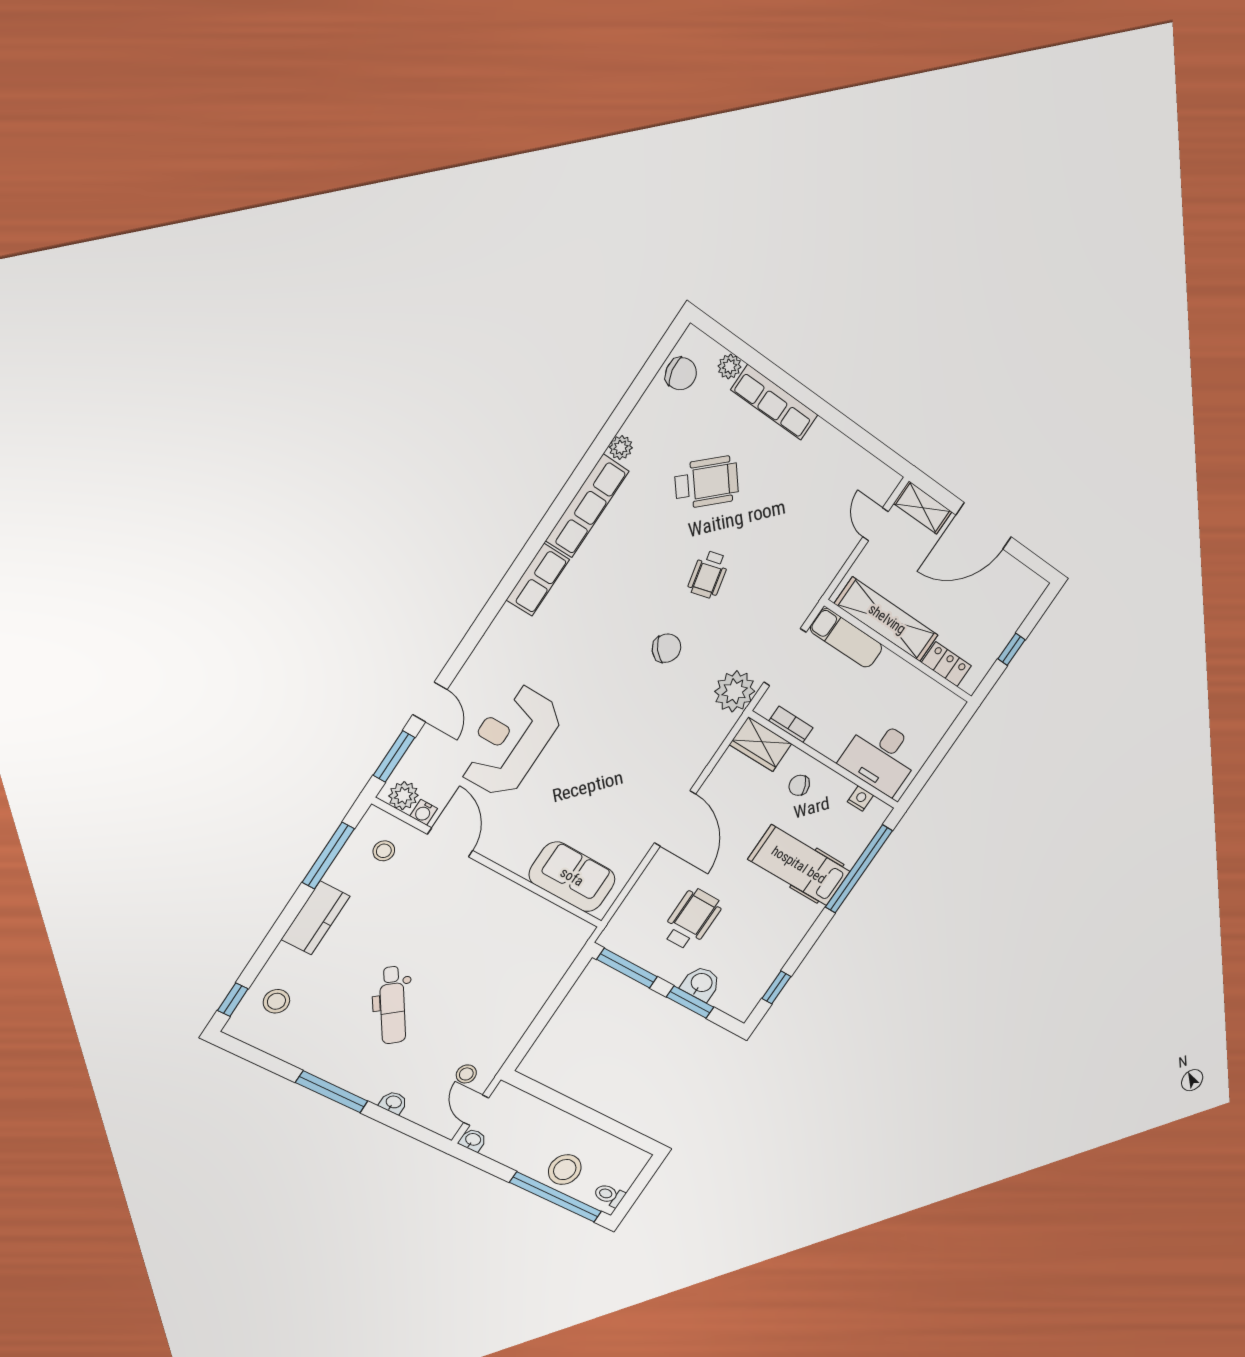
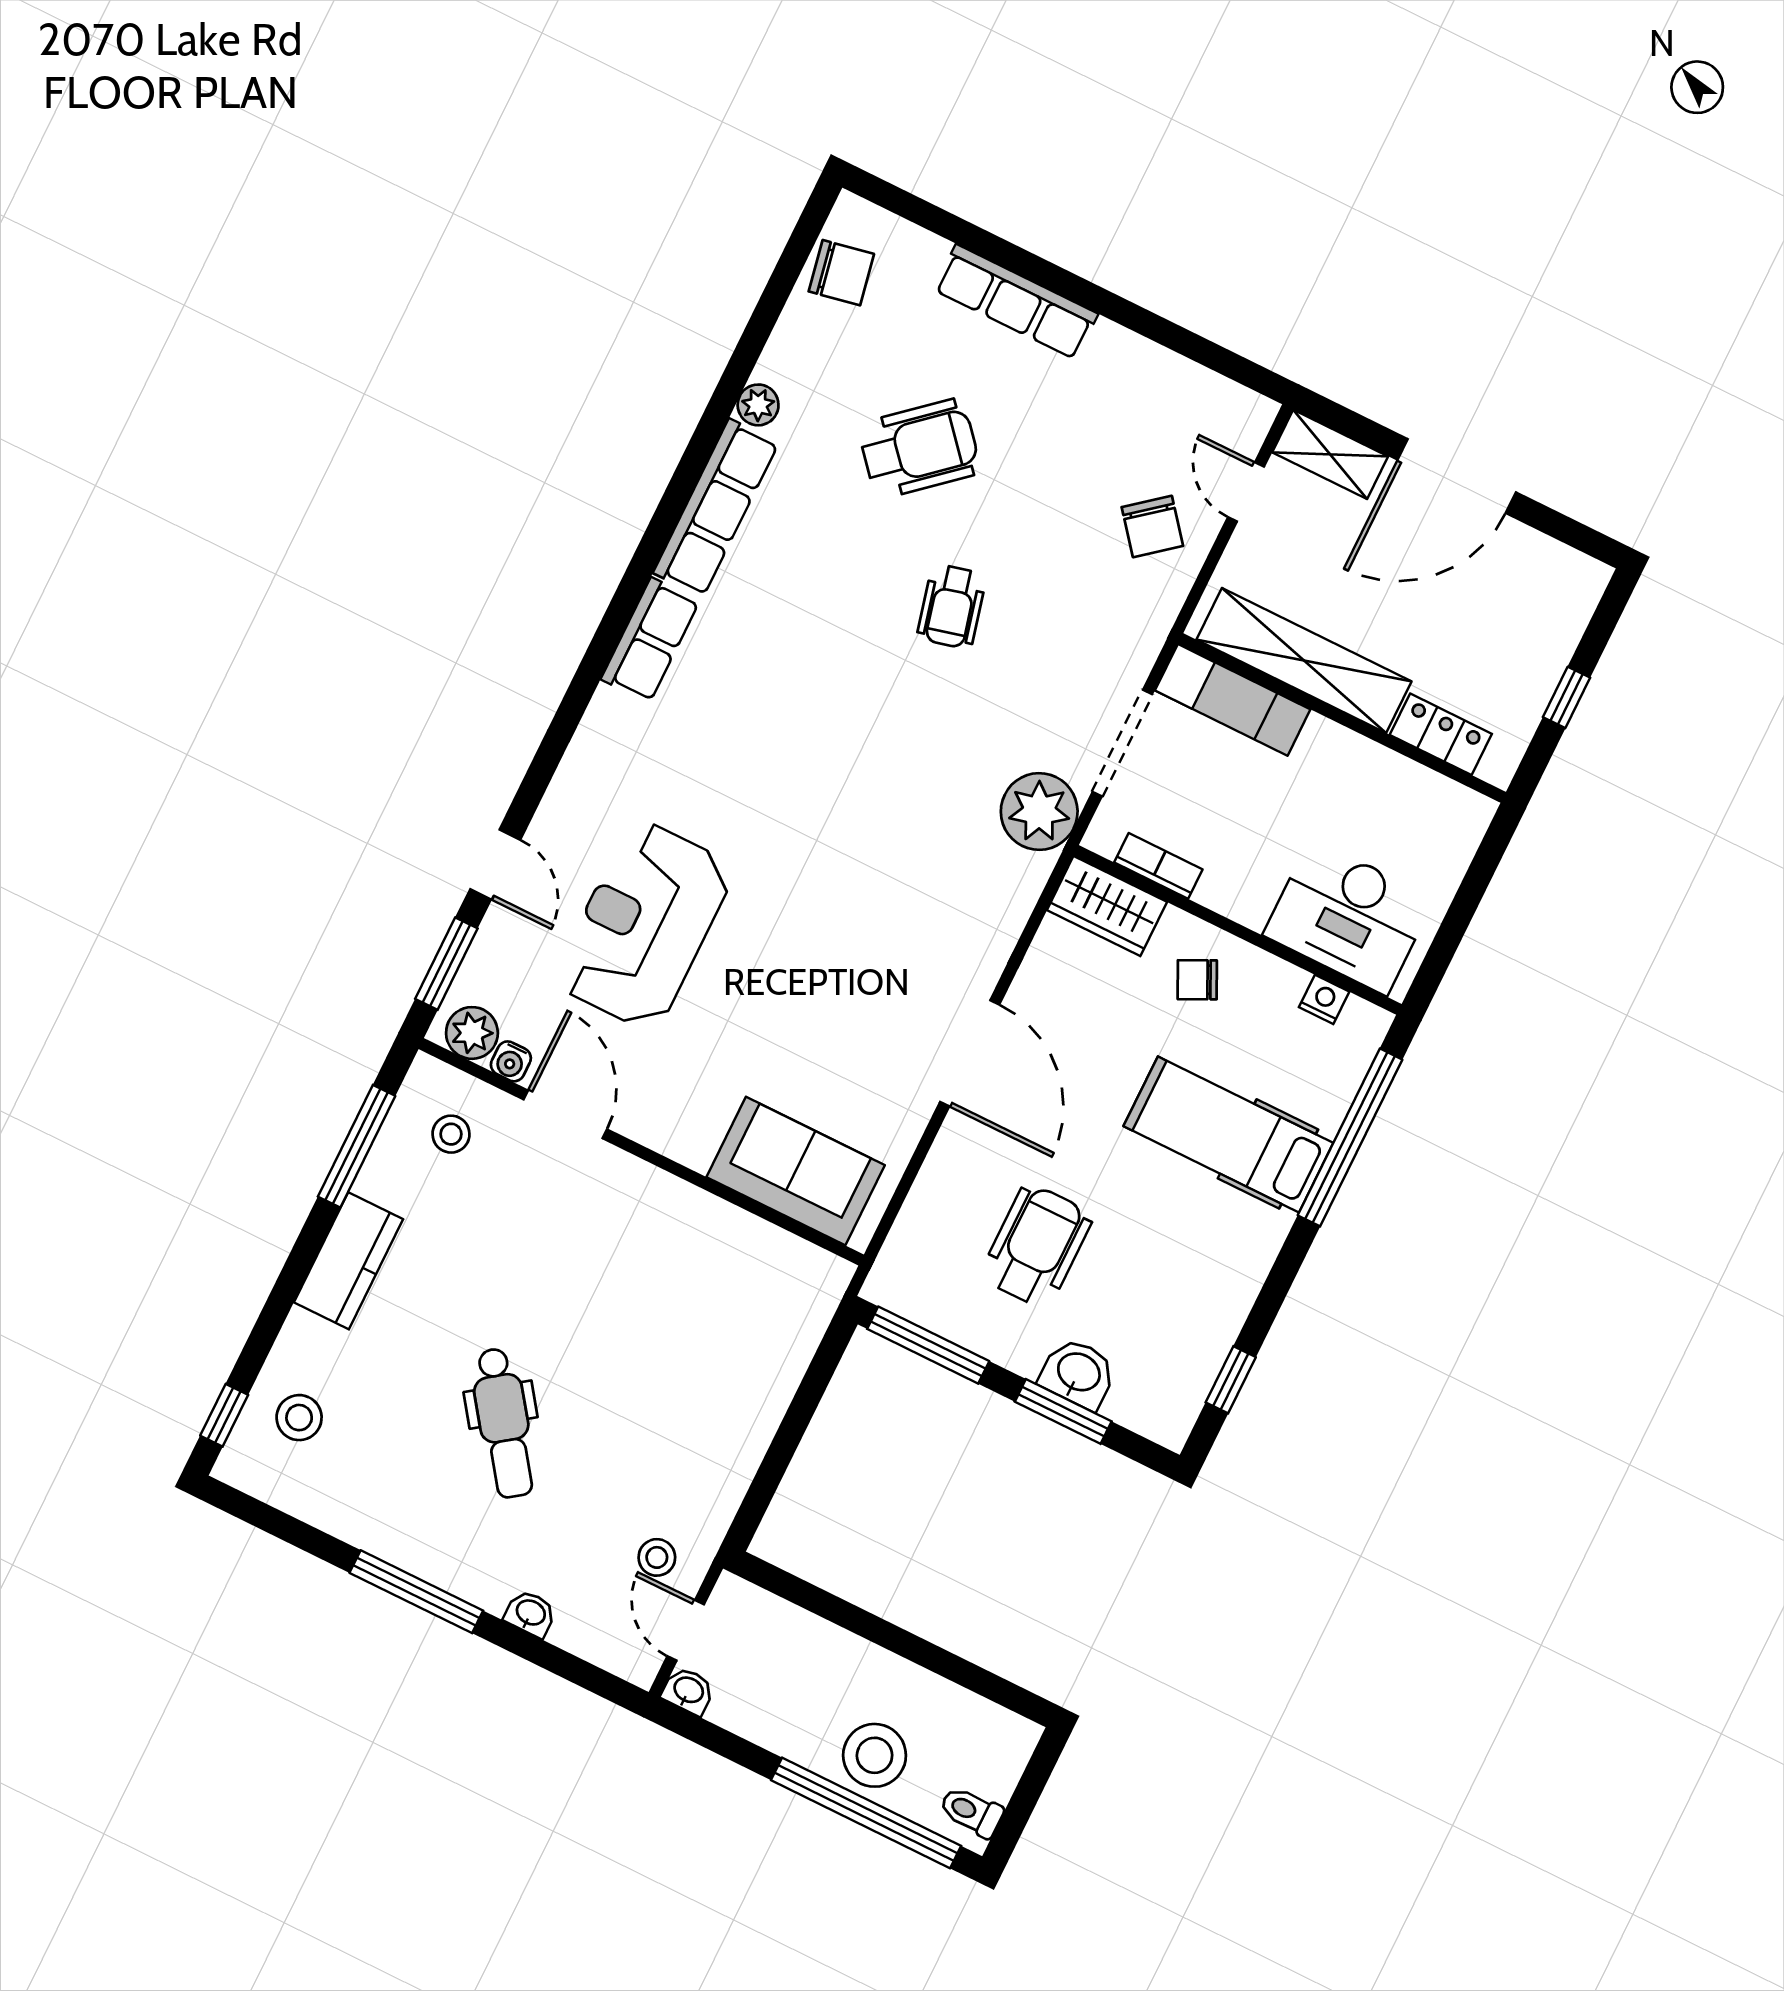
plant: (730, 366) -> (924, 251), removed
chair: (666, 648) -> (1152, 527), moved, turned 94

